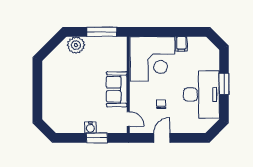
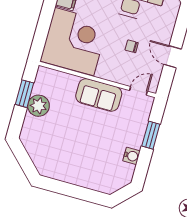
window: (102, 32) -> (25, 94), width x0.69
plant: (76, 45) -> (39, 106), moved
water cooler: (90, 127) -> (131, 156), moved

